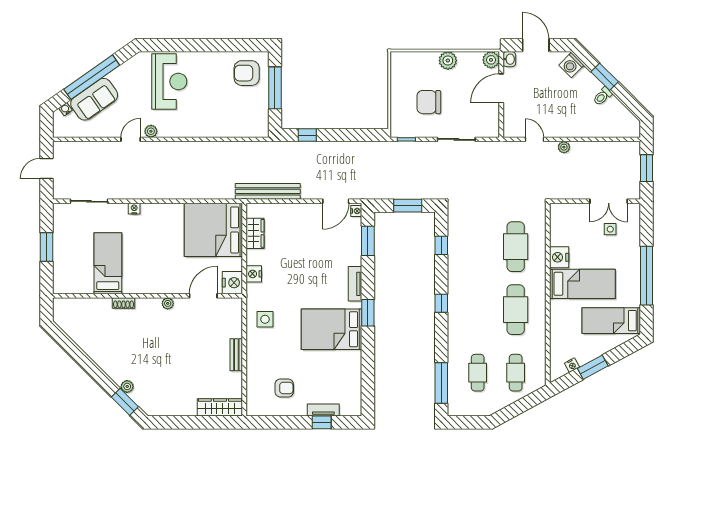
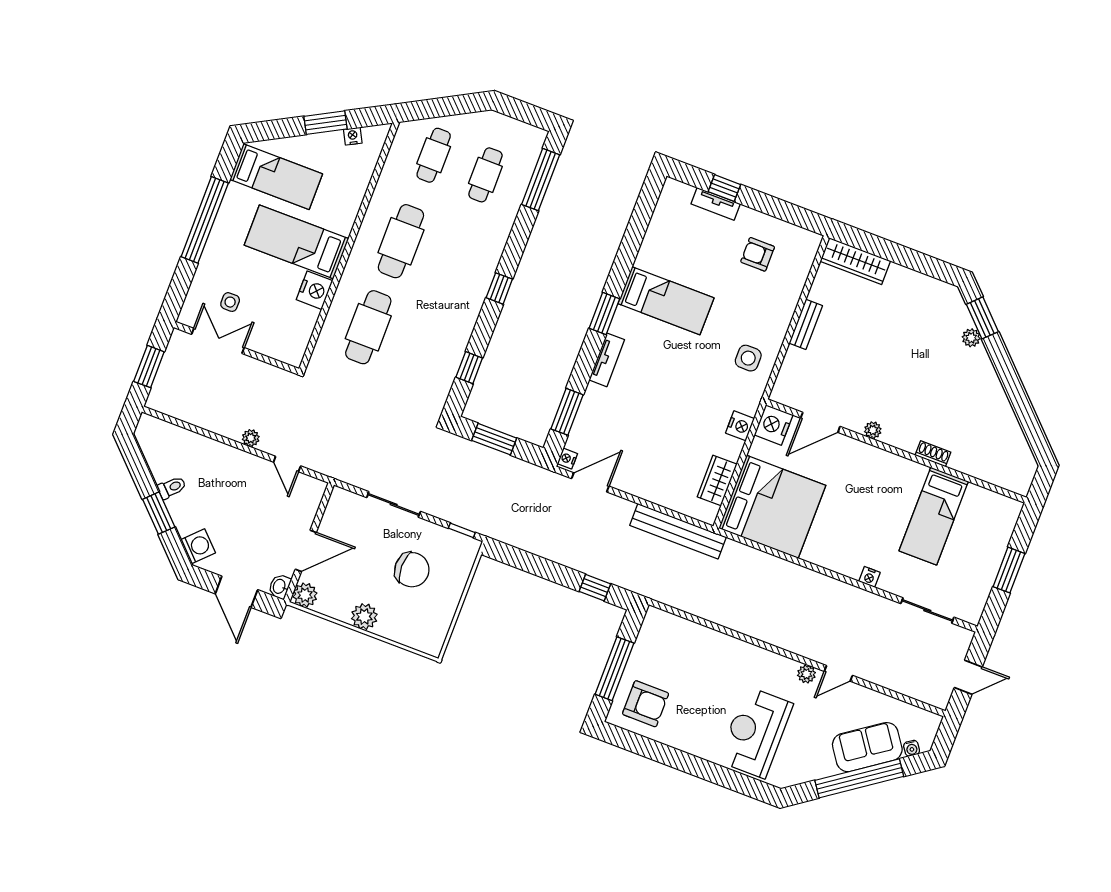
bed: (332, 329) -> (666, 301), width x0.67

